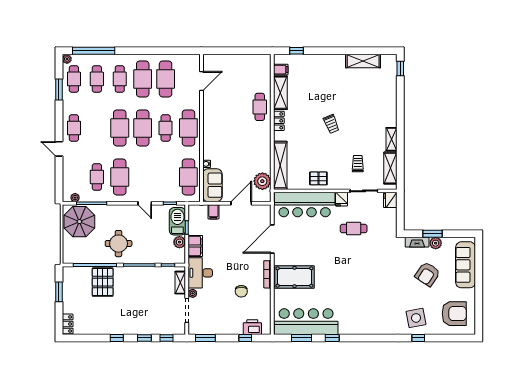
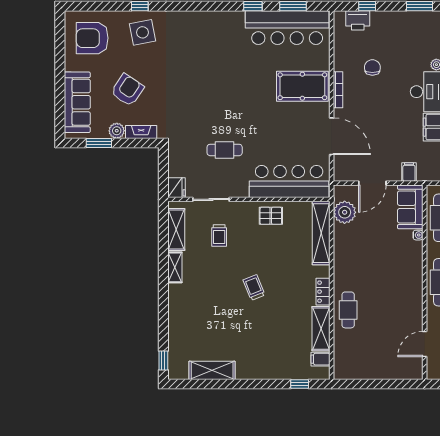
fridge: (342, 199) -> (241, 189), removed
window: (432, 234) -> (99, 143), moved
door: (272, 239) -> (332, 136), hinge flipped

